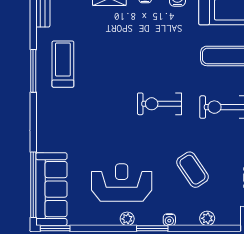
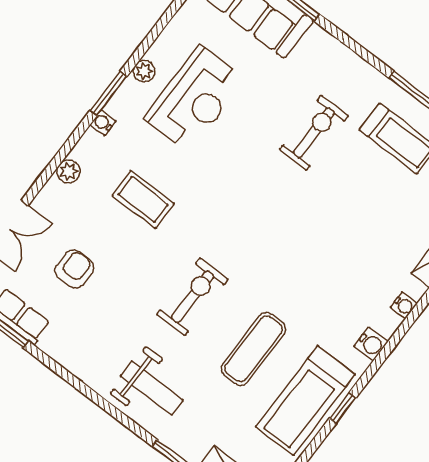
exercise bike: (160, 104) -> (314, 133), moved
coffee table: (193, 170) -> (143, 200), turned 34

